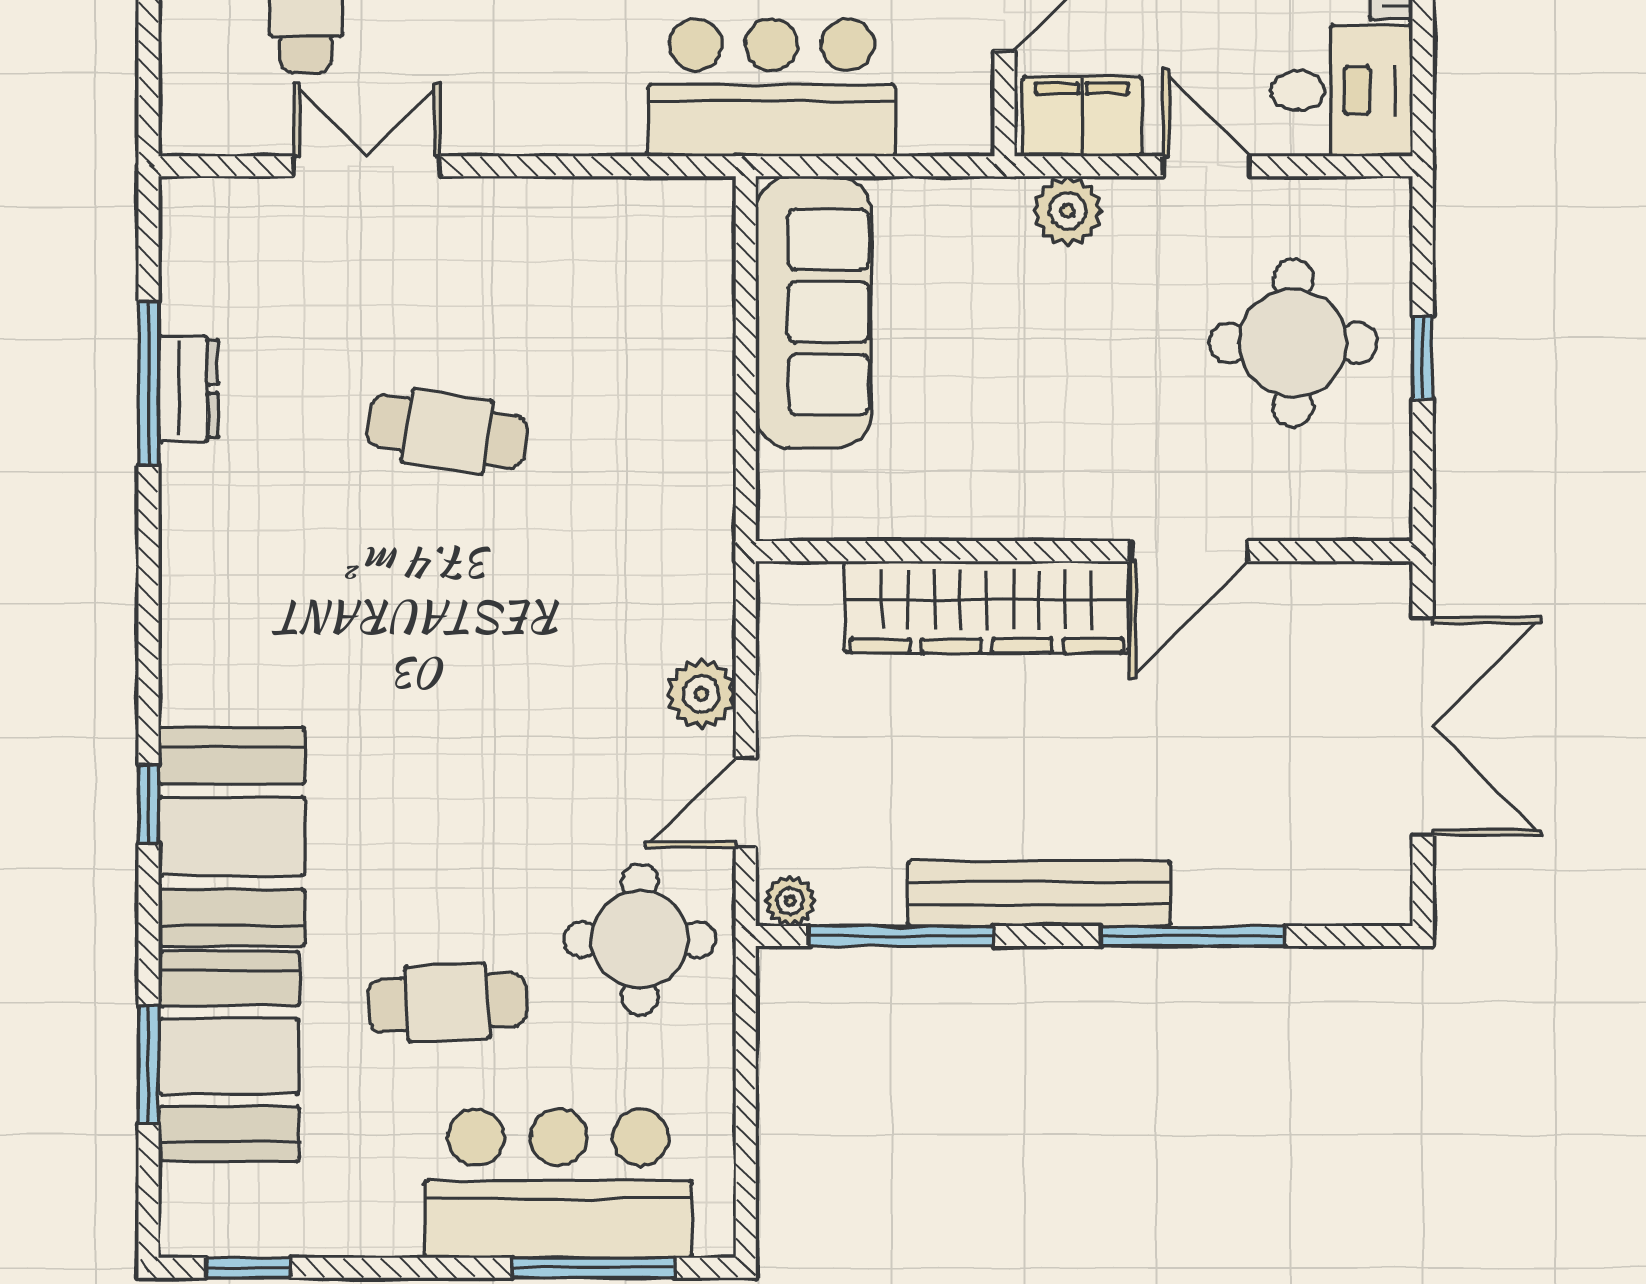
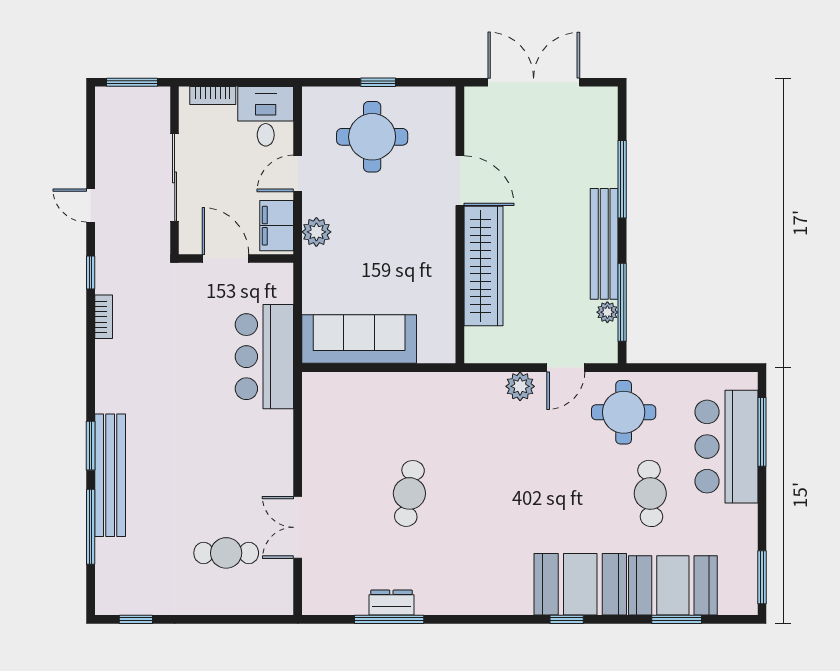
door: (746, 802) -> (566, 368), hinge flipped
plant: (790, 901) -> (607, 312), moved
window: (248, 1268) -> (762, 577), width x1.50

